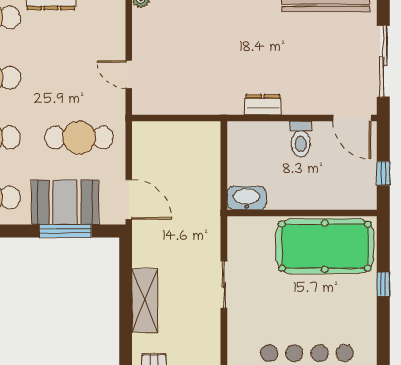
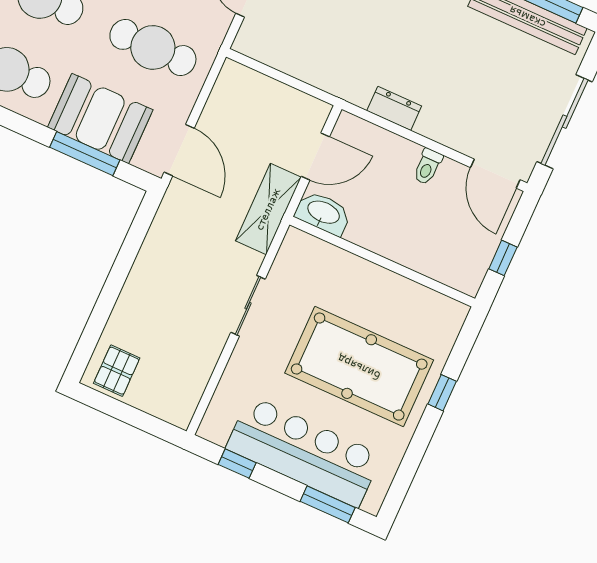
toilet: (301, 139) -> (428, 167), width x0.73, depth x0.72
door: (224, 162) -> (315, 156), added
pool table: (325, 246) -> (359, 367), moved
shelving: (145, 301) -> (268, 209), moved

